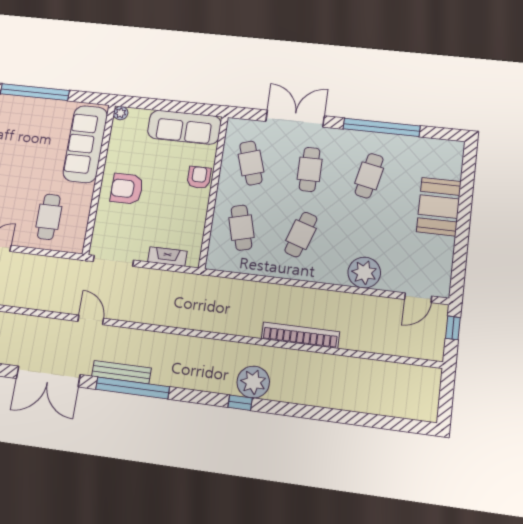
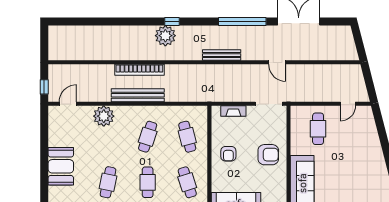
armchair: (199, 177) -> (228, 154), moved
bench: (308, 297) -> (138, 95), added
bench: (121, 372) -> (222, 55), moved

